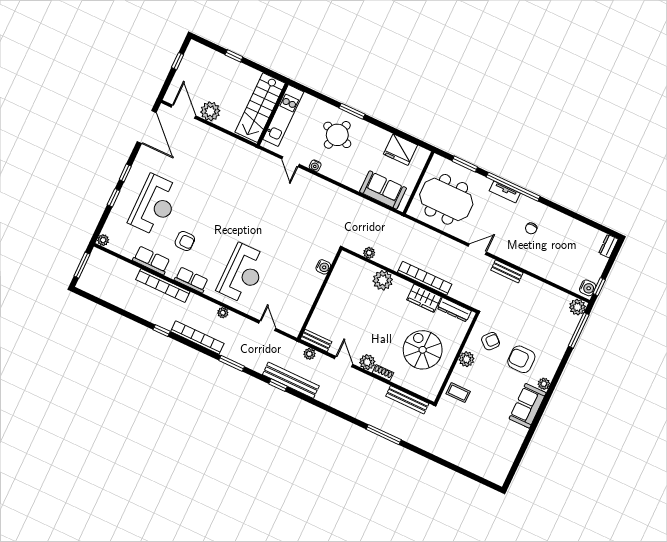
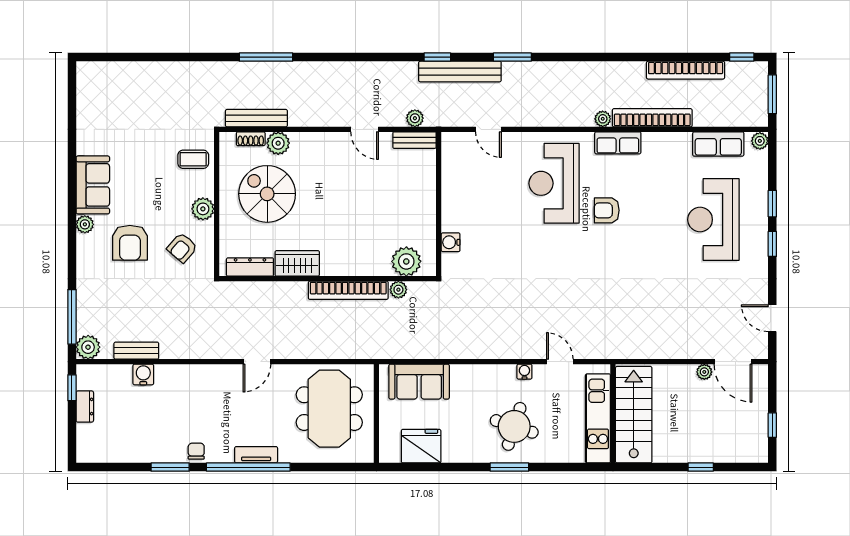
plant: (210, 111) -> (704, 372), width x0.53, depth x0.53
door: (147, 127) -> (772, 318), width x0.53
window: (465, 164) -> (170, 467), moved
meeting table: (446, 199) -> (329, 409), turned 90
chair: (531, 228) -> (196, 451), moved
armchair: (185, 241) -> (607, 210), moved
dresser: (608, 246) -> (85, 407), moved
row of seats: (151, 260) -> (718, 144), moved
bench: (507, 271) -> (136, 351), moved
bookcase: (425, 278) -> (348, 290), moved
plant: (383, 280) -> (406, 261), moved
water cooler: (588, 288) -> (143, 374), moved, turned 90
plant: (223, 313) -> (603, 119), moved
window: (162, 331) -> (742, 57), moved
bookcase: (197, 337) -> (686, 70), moved
spiral stairs: (423, 350) -> (267, 194), turned 180
armchair: (521, 359) -> (130, 243), turned 90
plant: (367, 362) -> (278, 143), moved
shoe rack: (383, 373) -> (251, 139), moved
bench: (291, 380) -> (460, 72), moved

